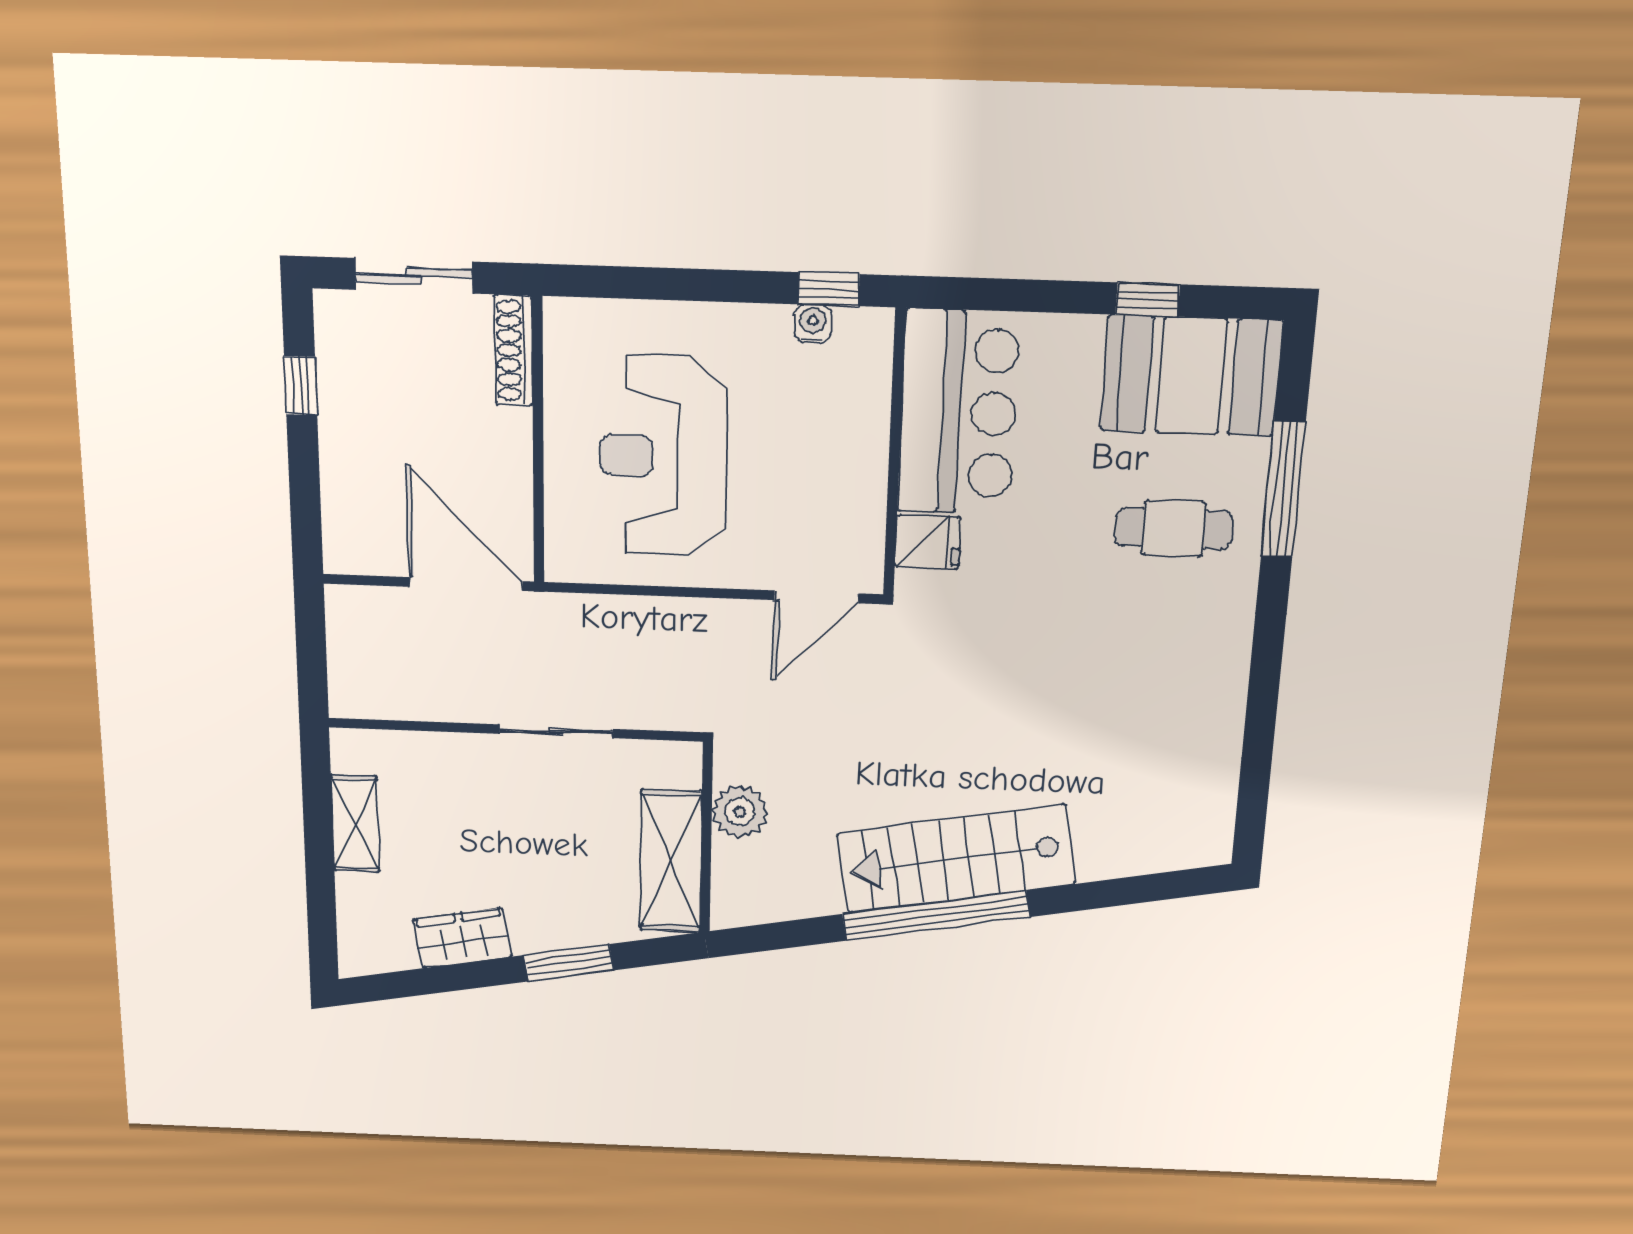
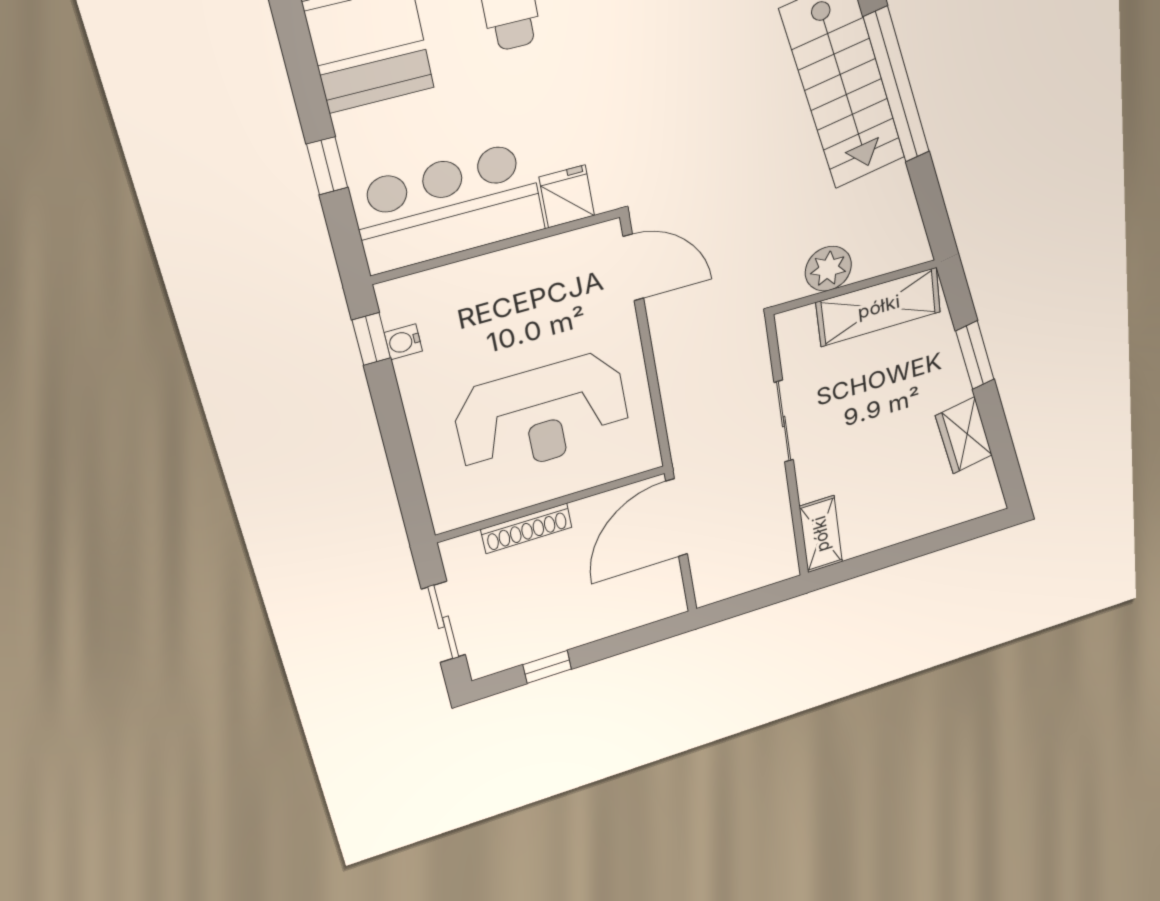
window: (1148, 300) -> (327, 166), moved
shoe rack: (514, 351) -> (526, 528), moved
shelving: (355, 824) -> (821, 534), moved, turned 90

